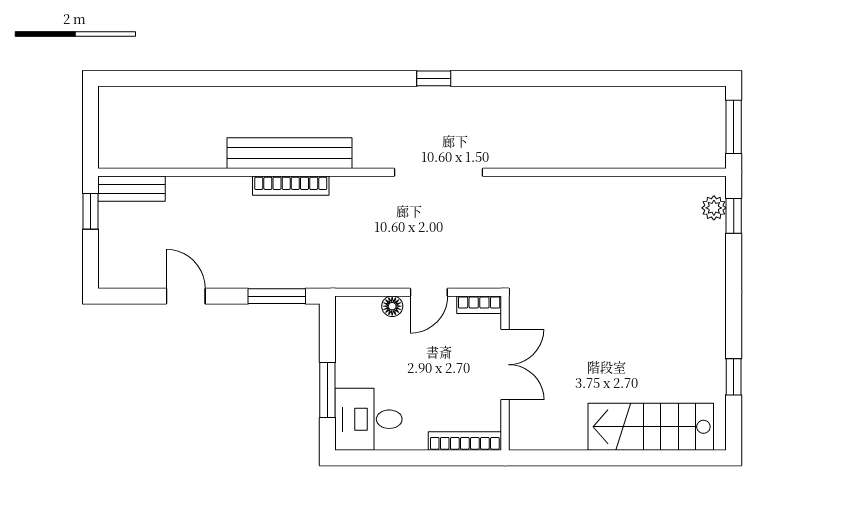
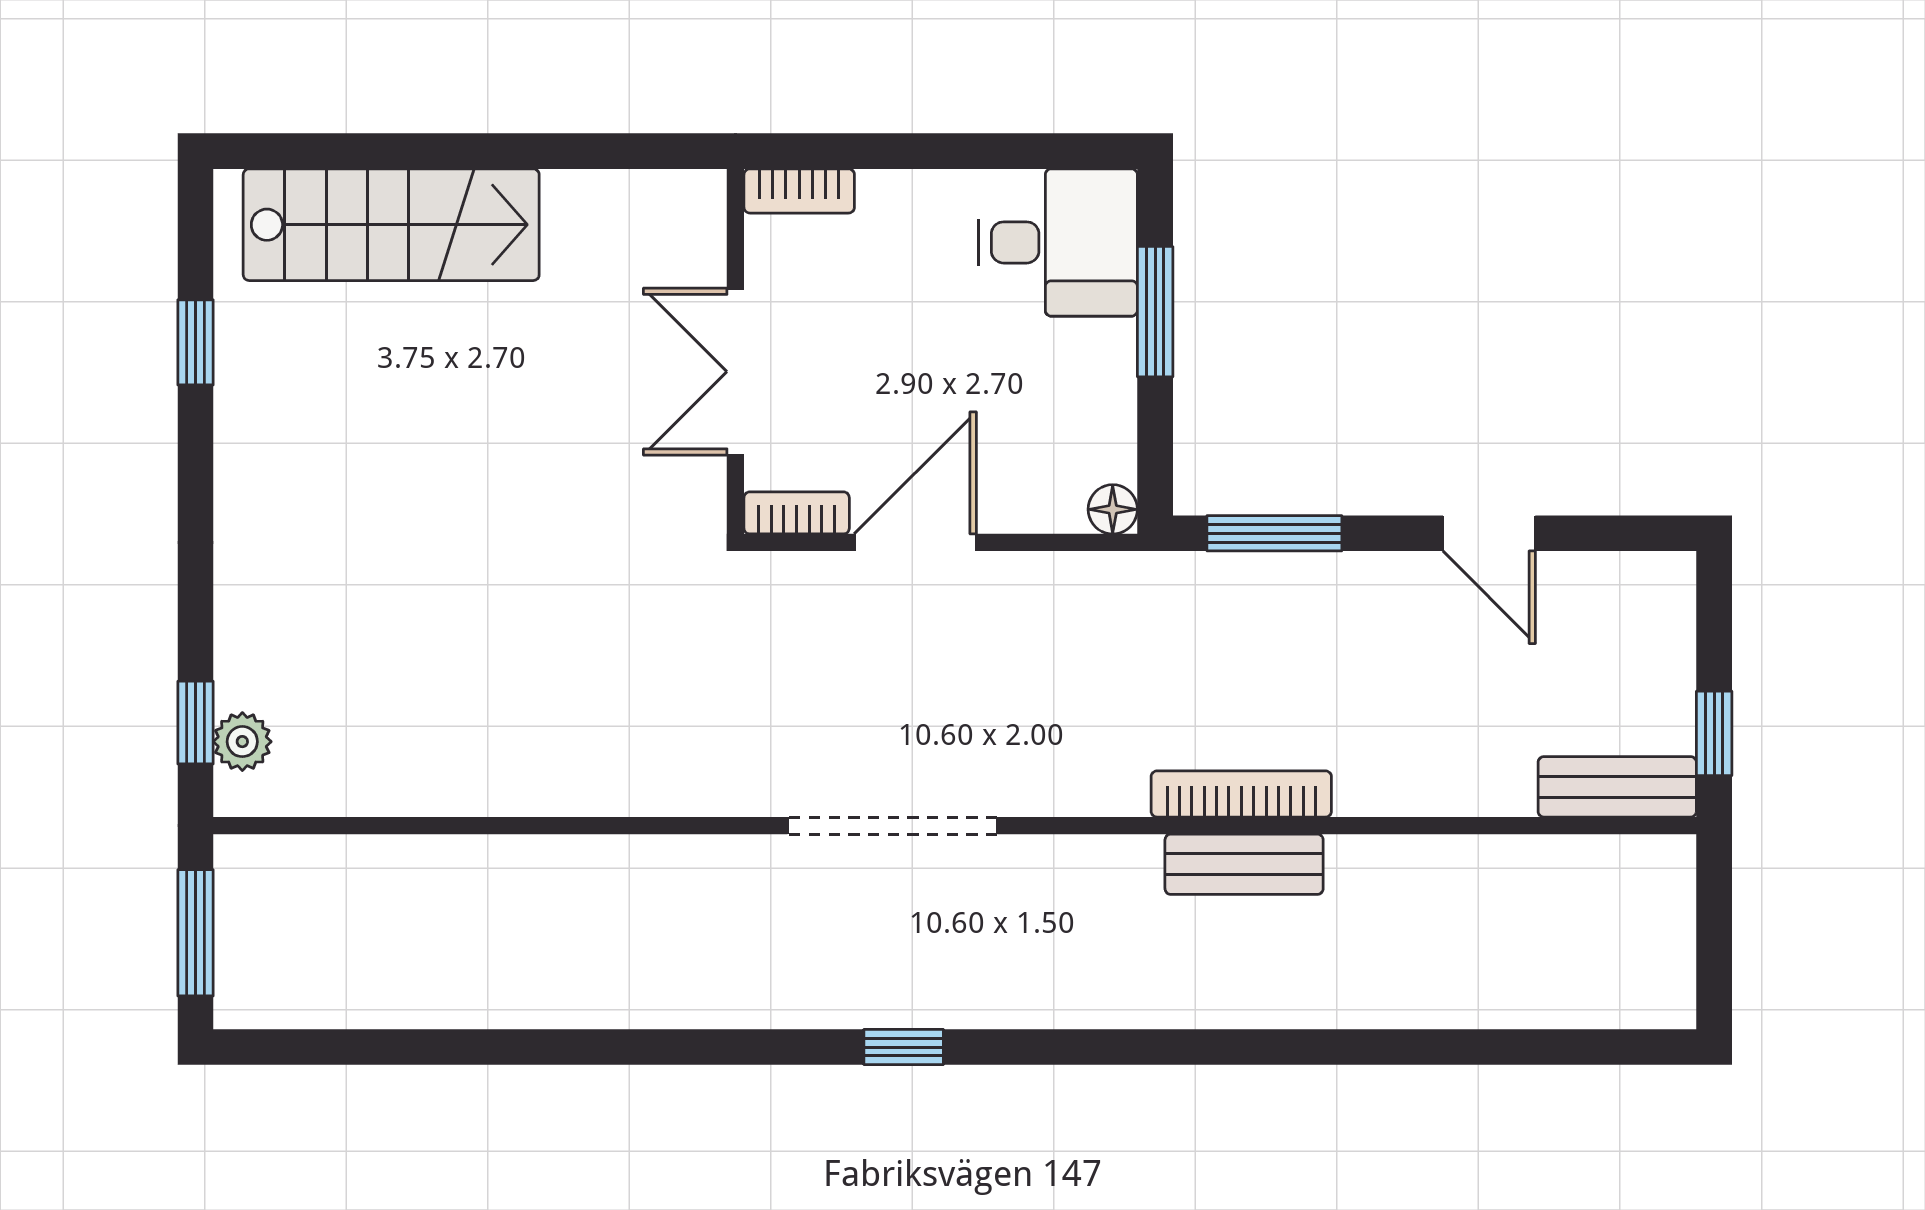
bench: (290, 153) -> (1244, 864), width x0.54, depth x0.82
door: (429, 292) -> (915, 542), width x1.38
floor lamp: (392, 306) -> (1113, 509), moved
bookcase: (465, 441) -> (799, 191), width x0.64

